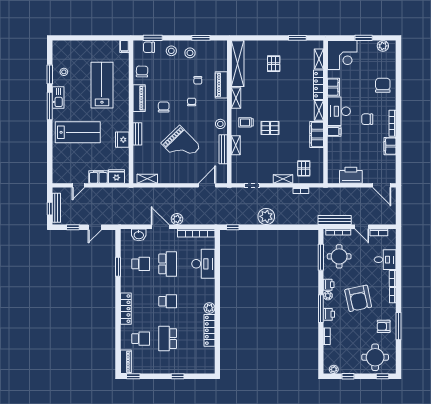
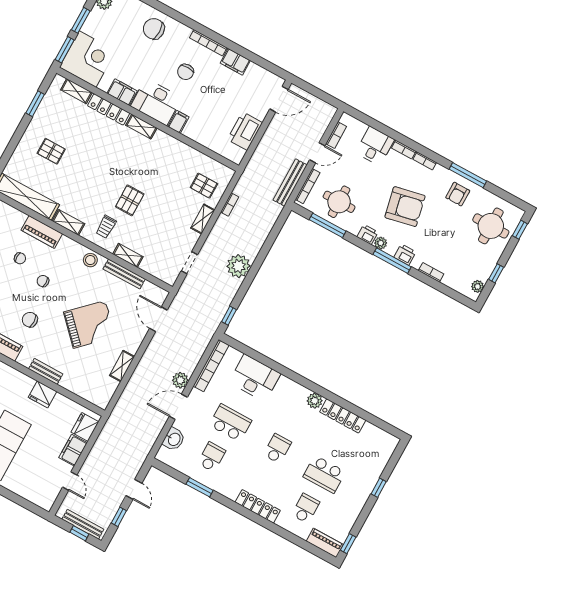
window: (340, 38) -> (65, 50), added
filing cabinet: (317, 134) -> (170, 146), removed
shelving: (147, 179) -> (122, 366), moved

